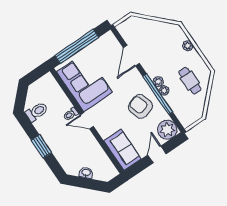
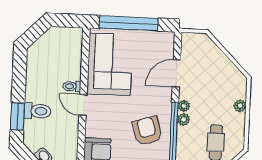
plant: (164, 91) -> (184, 106), moved
toilet: (37, 112) -> (37, 111), moved
window: (41, 146) -> (17, 116), moved

